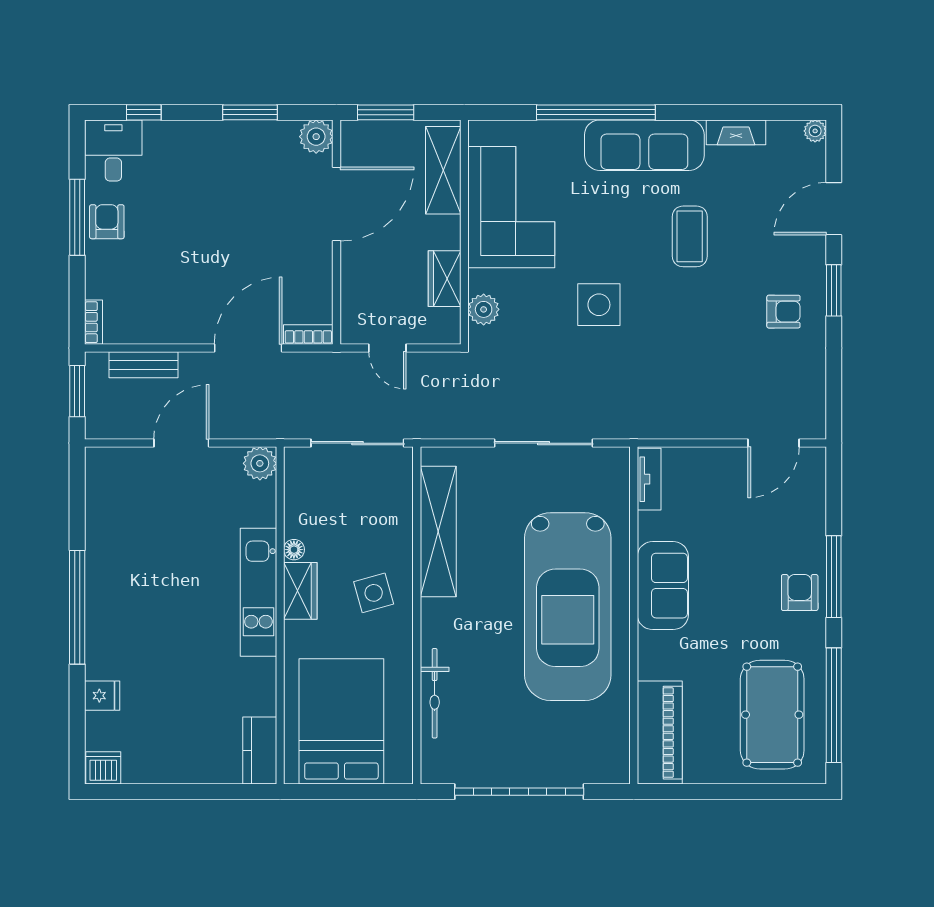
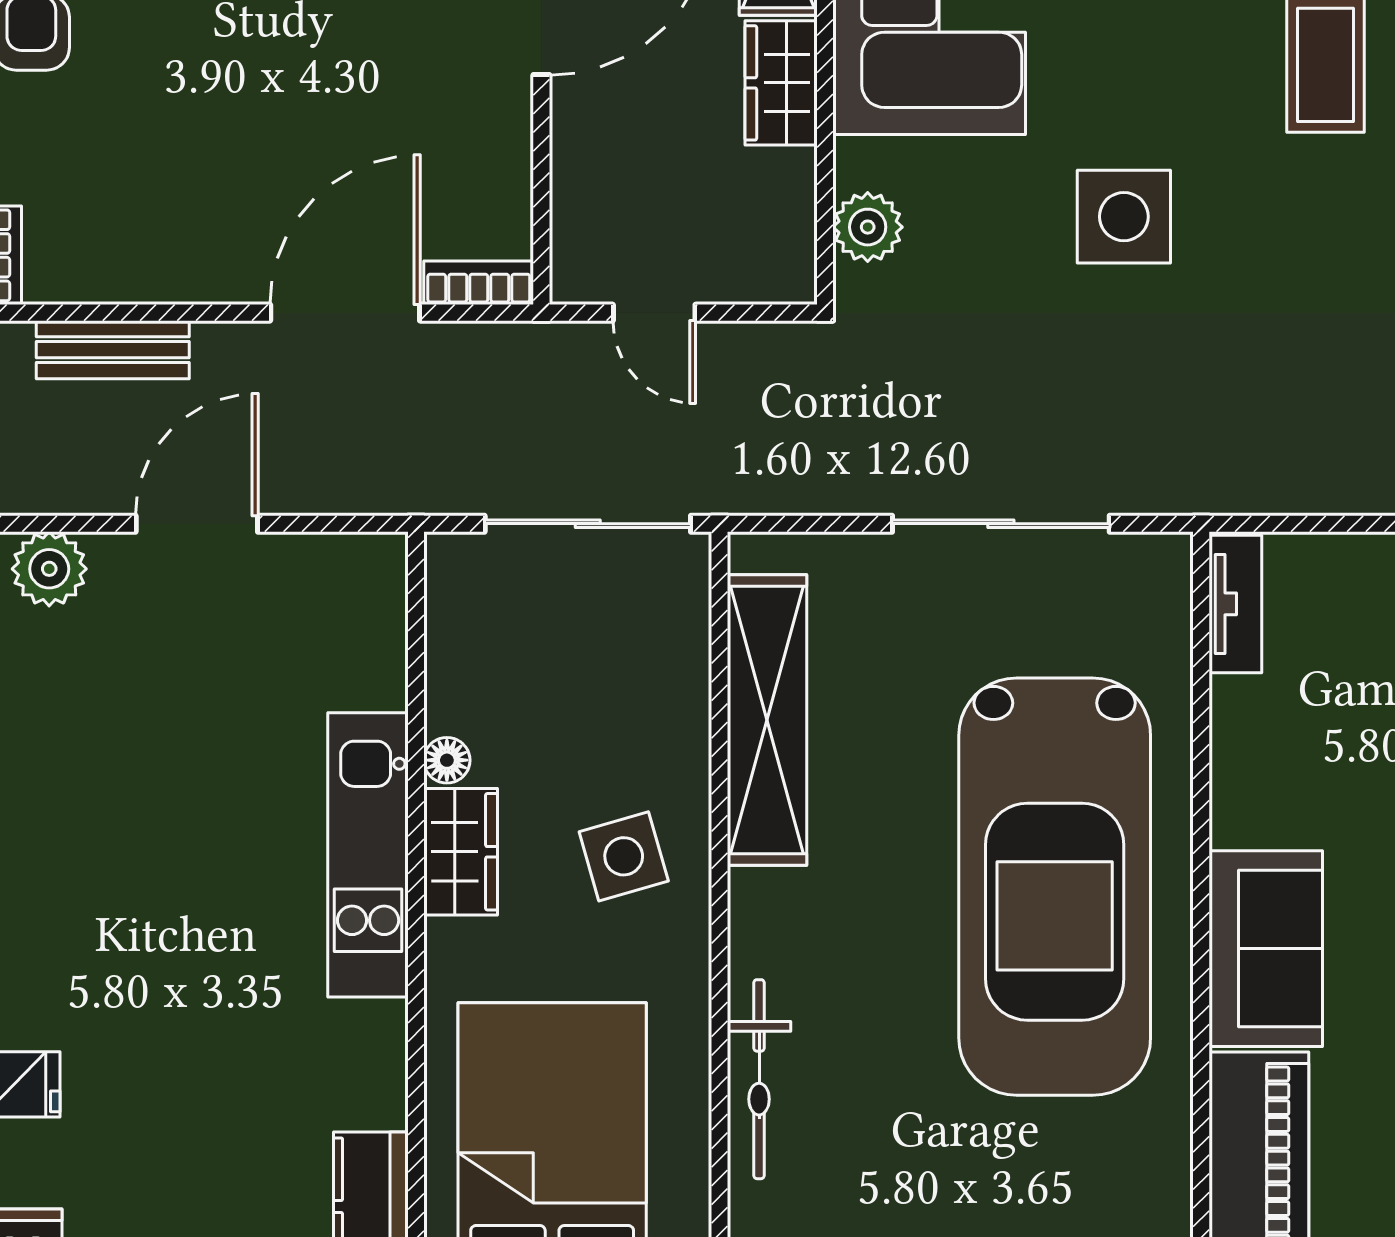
wardrobe: (445, 279) -> (781, 83), moved
plant: (260, 463) -> (49, 569), moved
sofa: (663, 586) -> (1266, 949), moved

